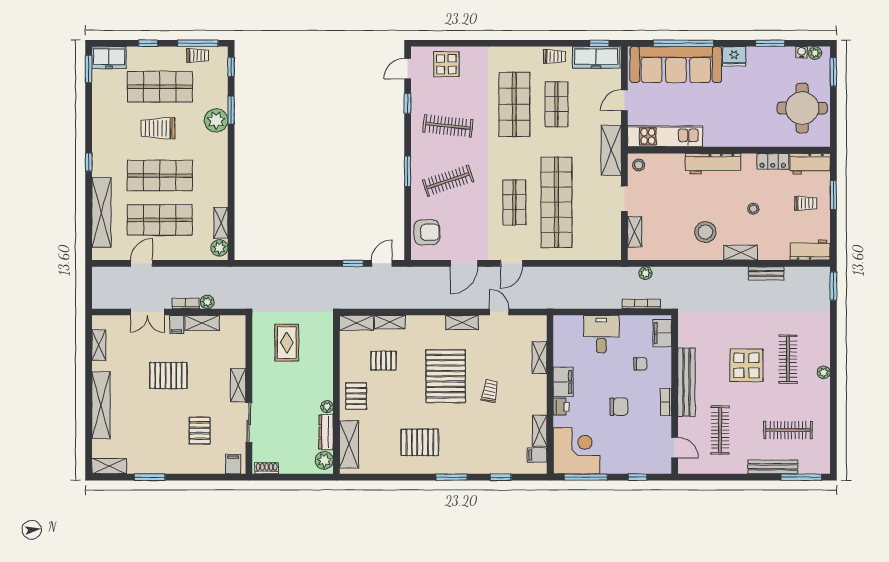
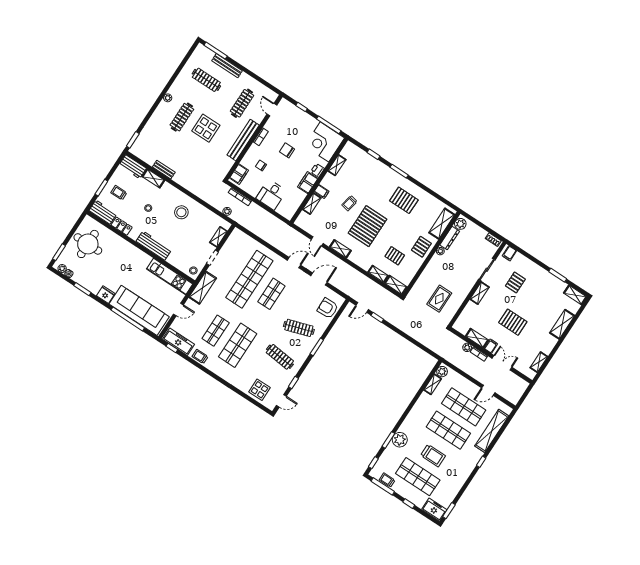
shelving: (741, 253) -> (153, 178), moved
shelving: (101, 405) -> (562, 324), width x0.68
filing cabinet: (537, 455) -> (322, 191), moved

